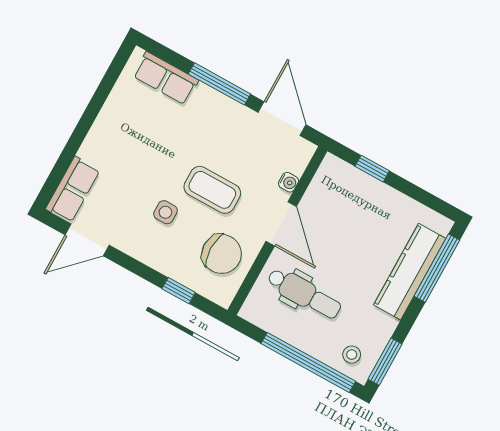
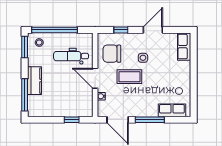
door: (87, 240) -> (153, 30), moved
kitchen counter: (410, 272) -> (34, 81), width x0.67

